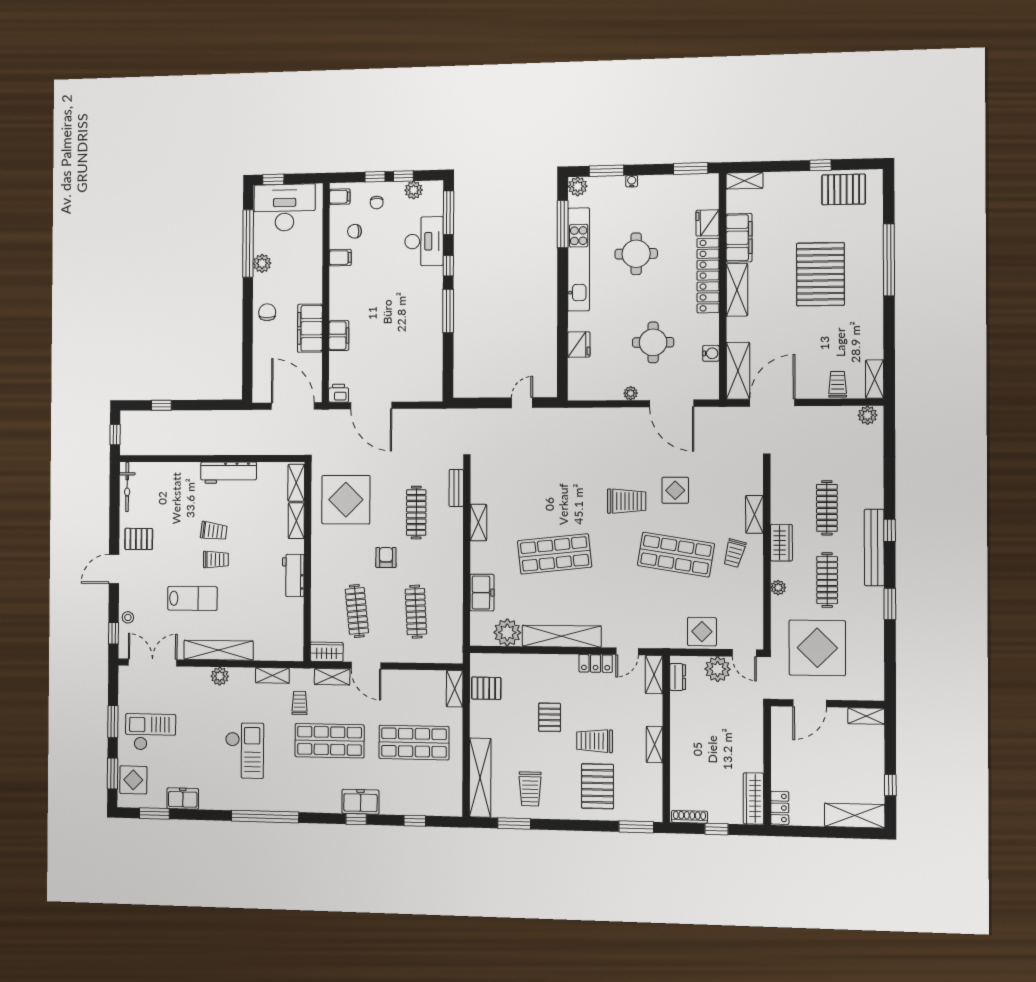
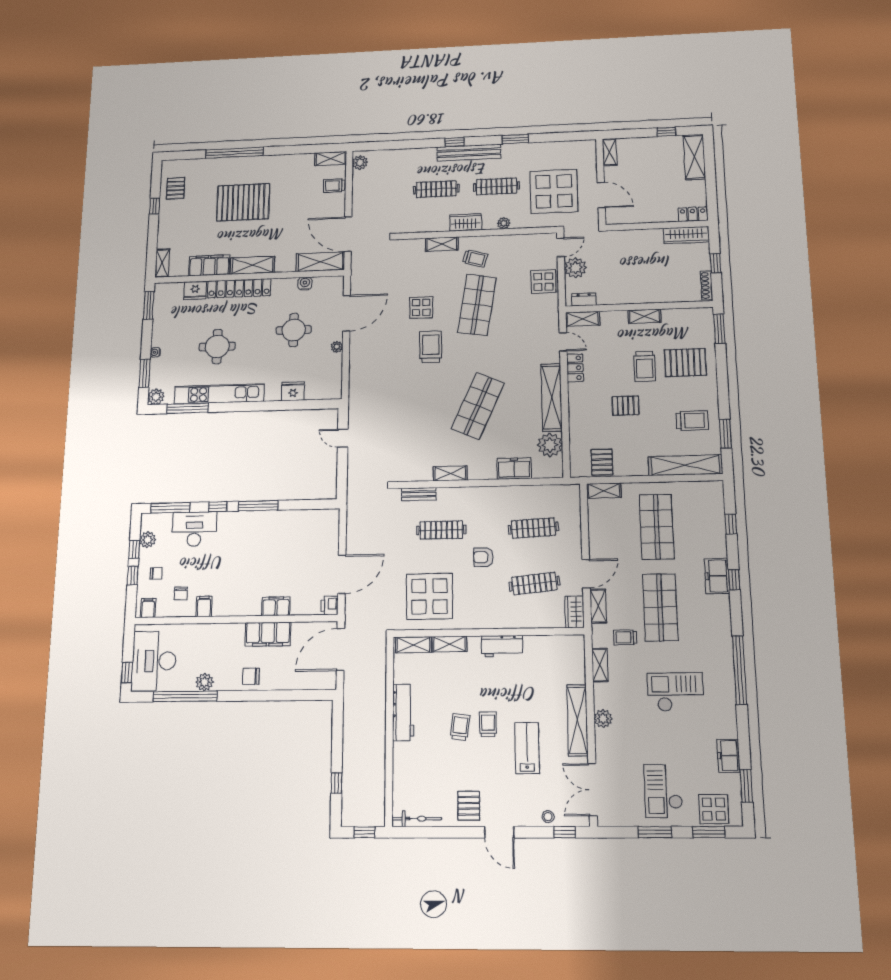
pallet: (844, 189) -> (176, 188), width x0.67, depth x0.71
shop shelf: (555, 554) -> (478, 406), turned 30

